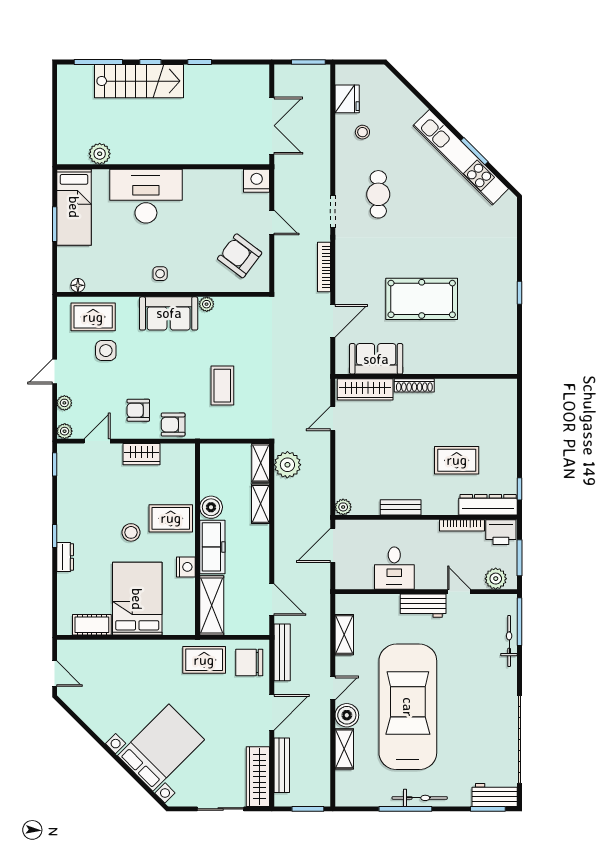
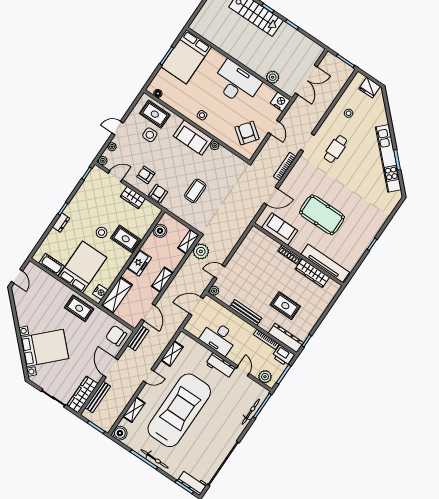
fridge: (347, 99) -> (370, 88), moved, turned 90
plant: (100, 154) -> (273, 77), moved
desk: (146, 196) -> (236, 83), moved
bed: (74, 207) -> (186, 57), width x1.50
tv unit: (472, 363) -> (325, 263), added
wardrobe: (365, 389) -> (312, 273), moved
door: (333, 418) -> (219, 272), moved
armchair: (173, 425) -> (158, 194), turned 90
shelving: (261, 504) -> (162, 280), moved
boiler: (211, 507) -> (160, 231), moved
bench: (401, 507) -> (246, 312), width x1.36
freezer: (212, 547) -> (139, 263), width x0.71
nightstand: (186, 567) -> (100, 292), moved
desk: (394, 568) -> (219, 338), width x1.37
bench: (282, 652) -> (138, 338), width x0.73
rug: (204, 660) -> (79, 308), moved
door: (272, 712) -> (111, 368), swing flipped
boiler: (347, 715) -> (120, 433), moved

